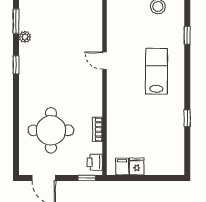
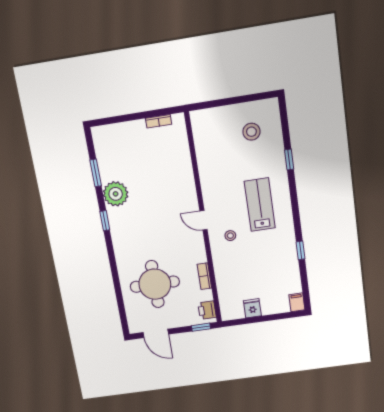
plant: (25, 37) -> (116, 194), width x1.88, depth x1.88
door: (104, 61) -> (203, 220), moved
stool: (126, 95) -> (230, 236), added
filing cabinet: (122, 167) -> (297, 302), moved

